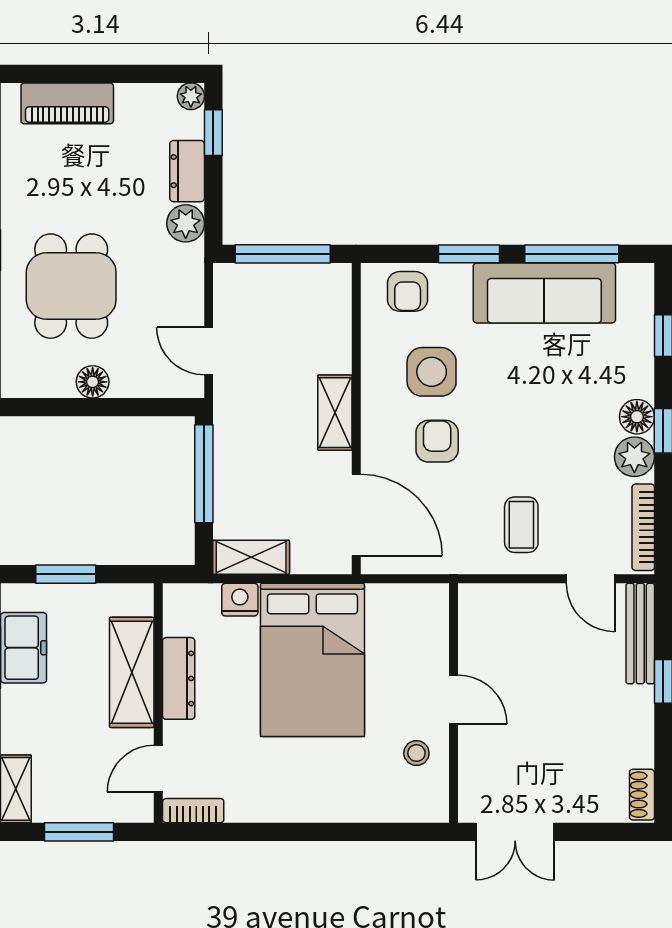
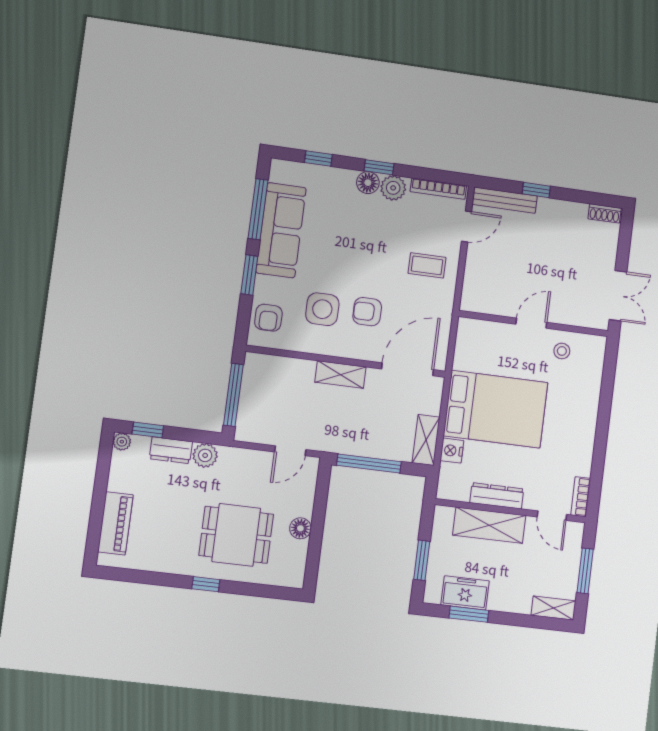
armchair: (408, 291) -> (268, 318), turned 90

